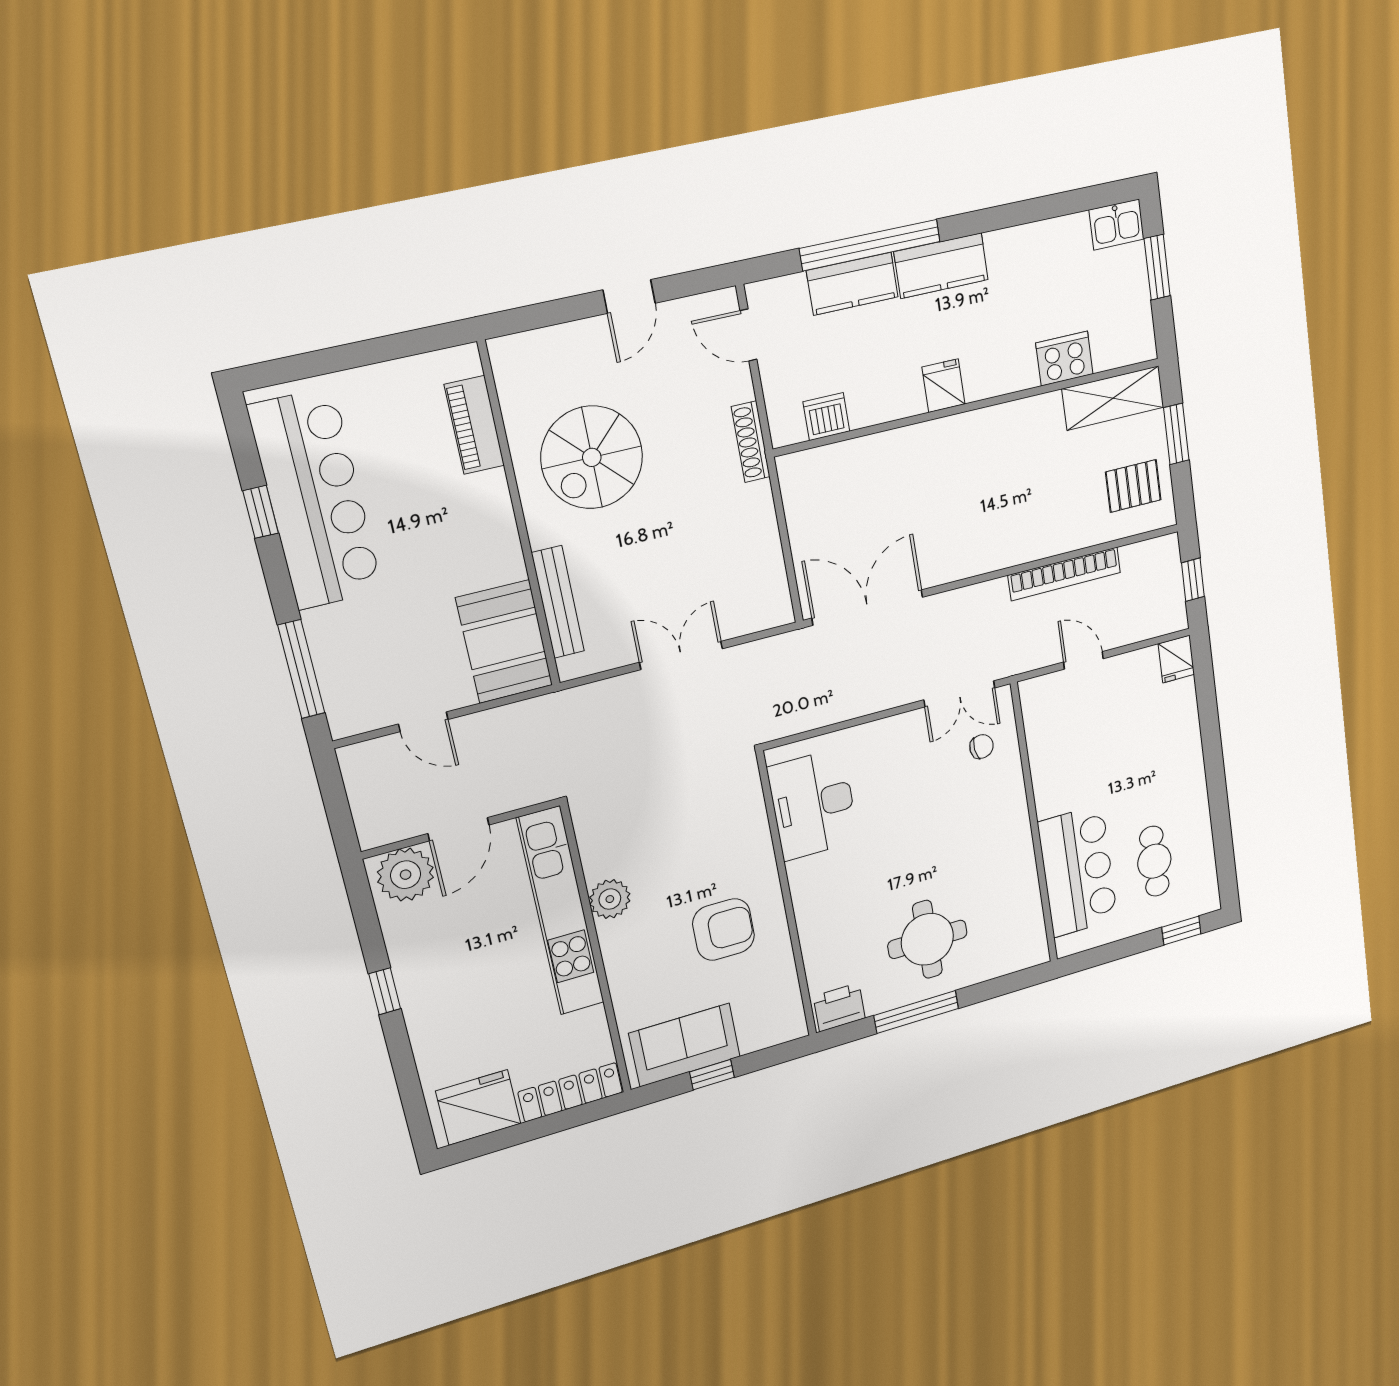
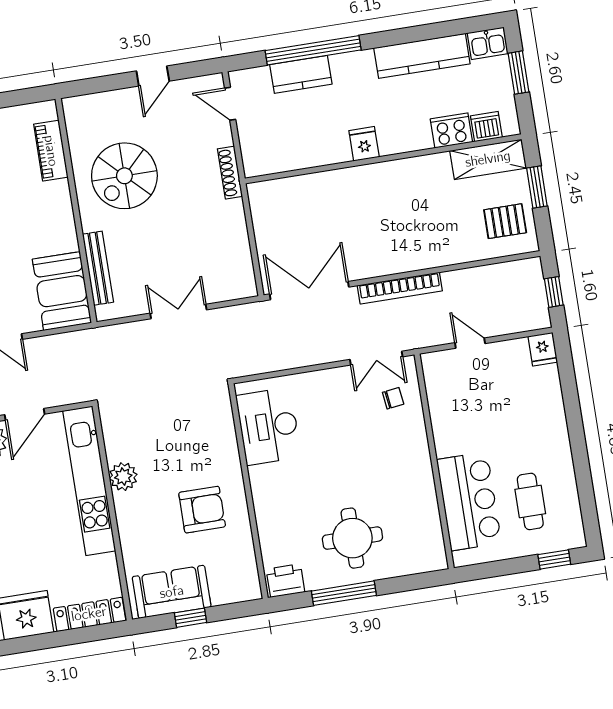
kitchen counter: (941, 266) -> (422, 56), moved, width x1.50
dishwasher: (826, 417) -> (486, 127), moved
bookcase: (1064, 574) -> (400, 288), moved

